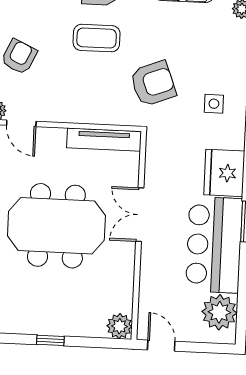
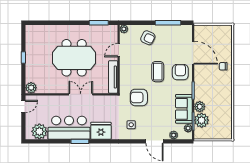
armchair: (153, 84) -> (139, 97), turned 111
door: (21, 123) -> (119, 50), moved
meeting table: (56, 226) -> (74, 58), turned 90

